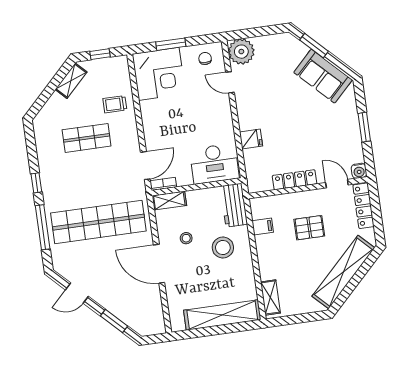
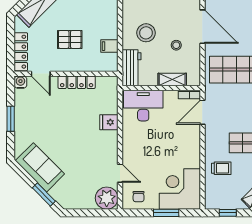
shelving: (169, 201) -> (172, 79), moved

